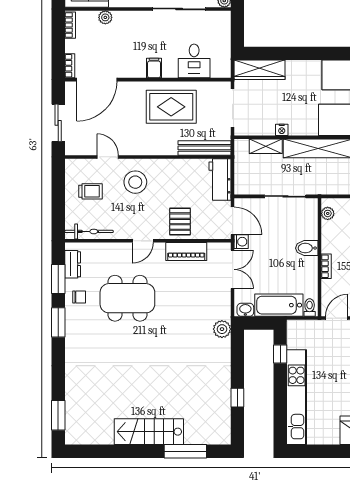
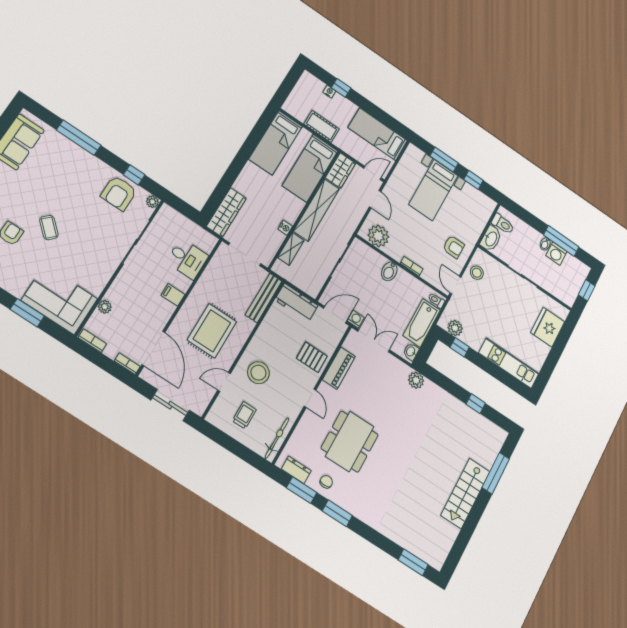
rug: (171, 107) -> (212, 331), moved
plant: (328, 213) -> (378, 236), width x1.88, depth x1.88
plant: (295, 340) -> (455, 328), added
kitchen unit: (297, 397) -> (509, 363), width x0.73

